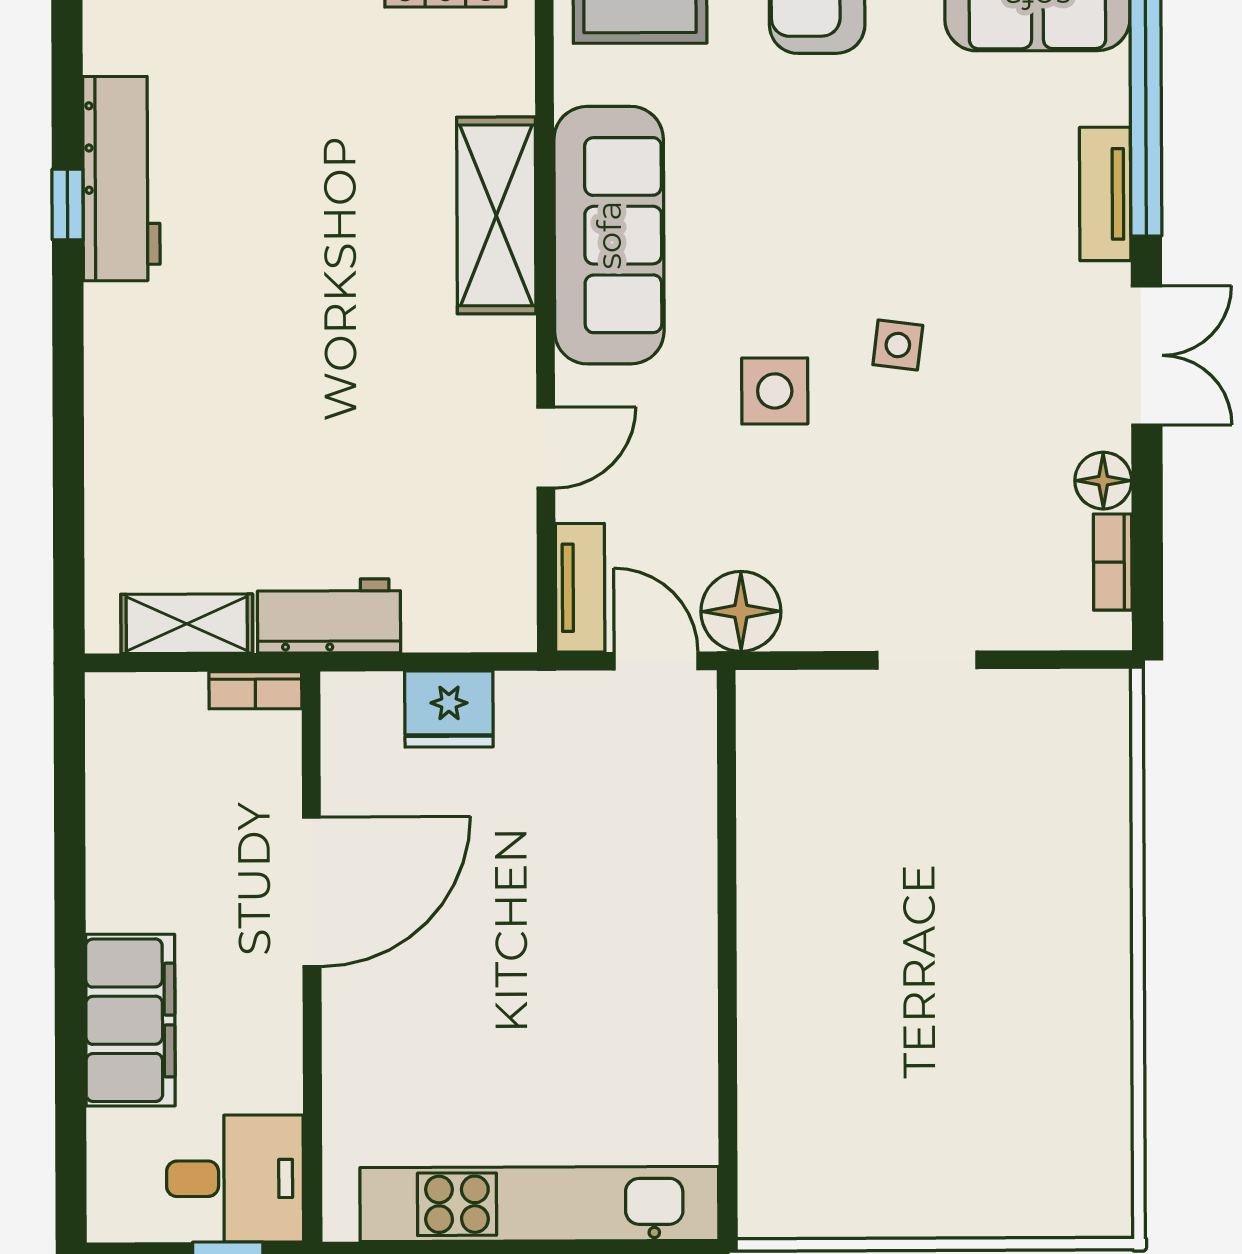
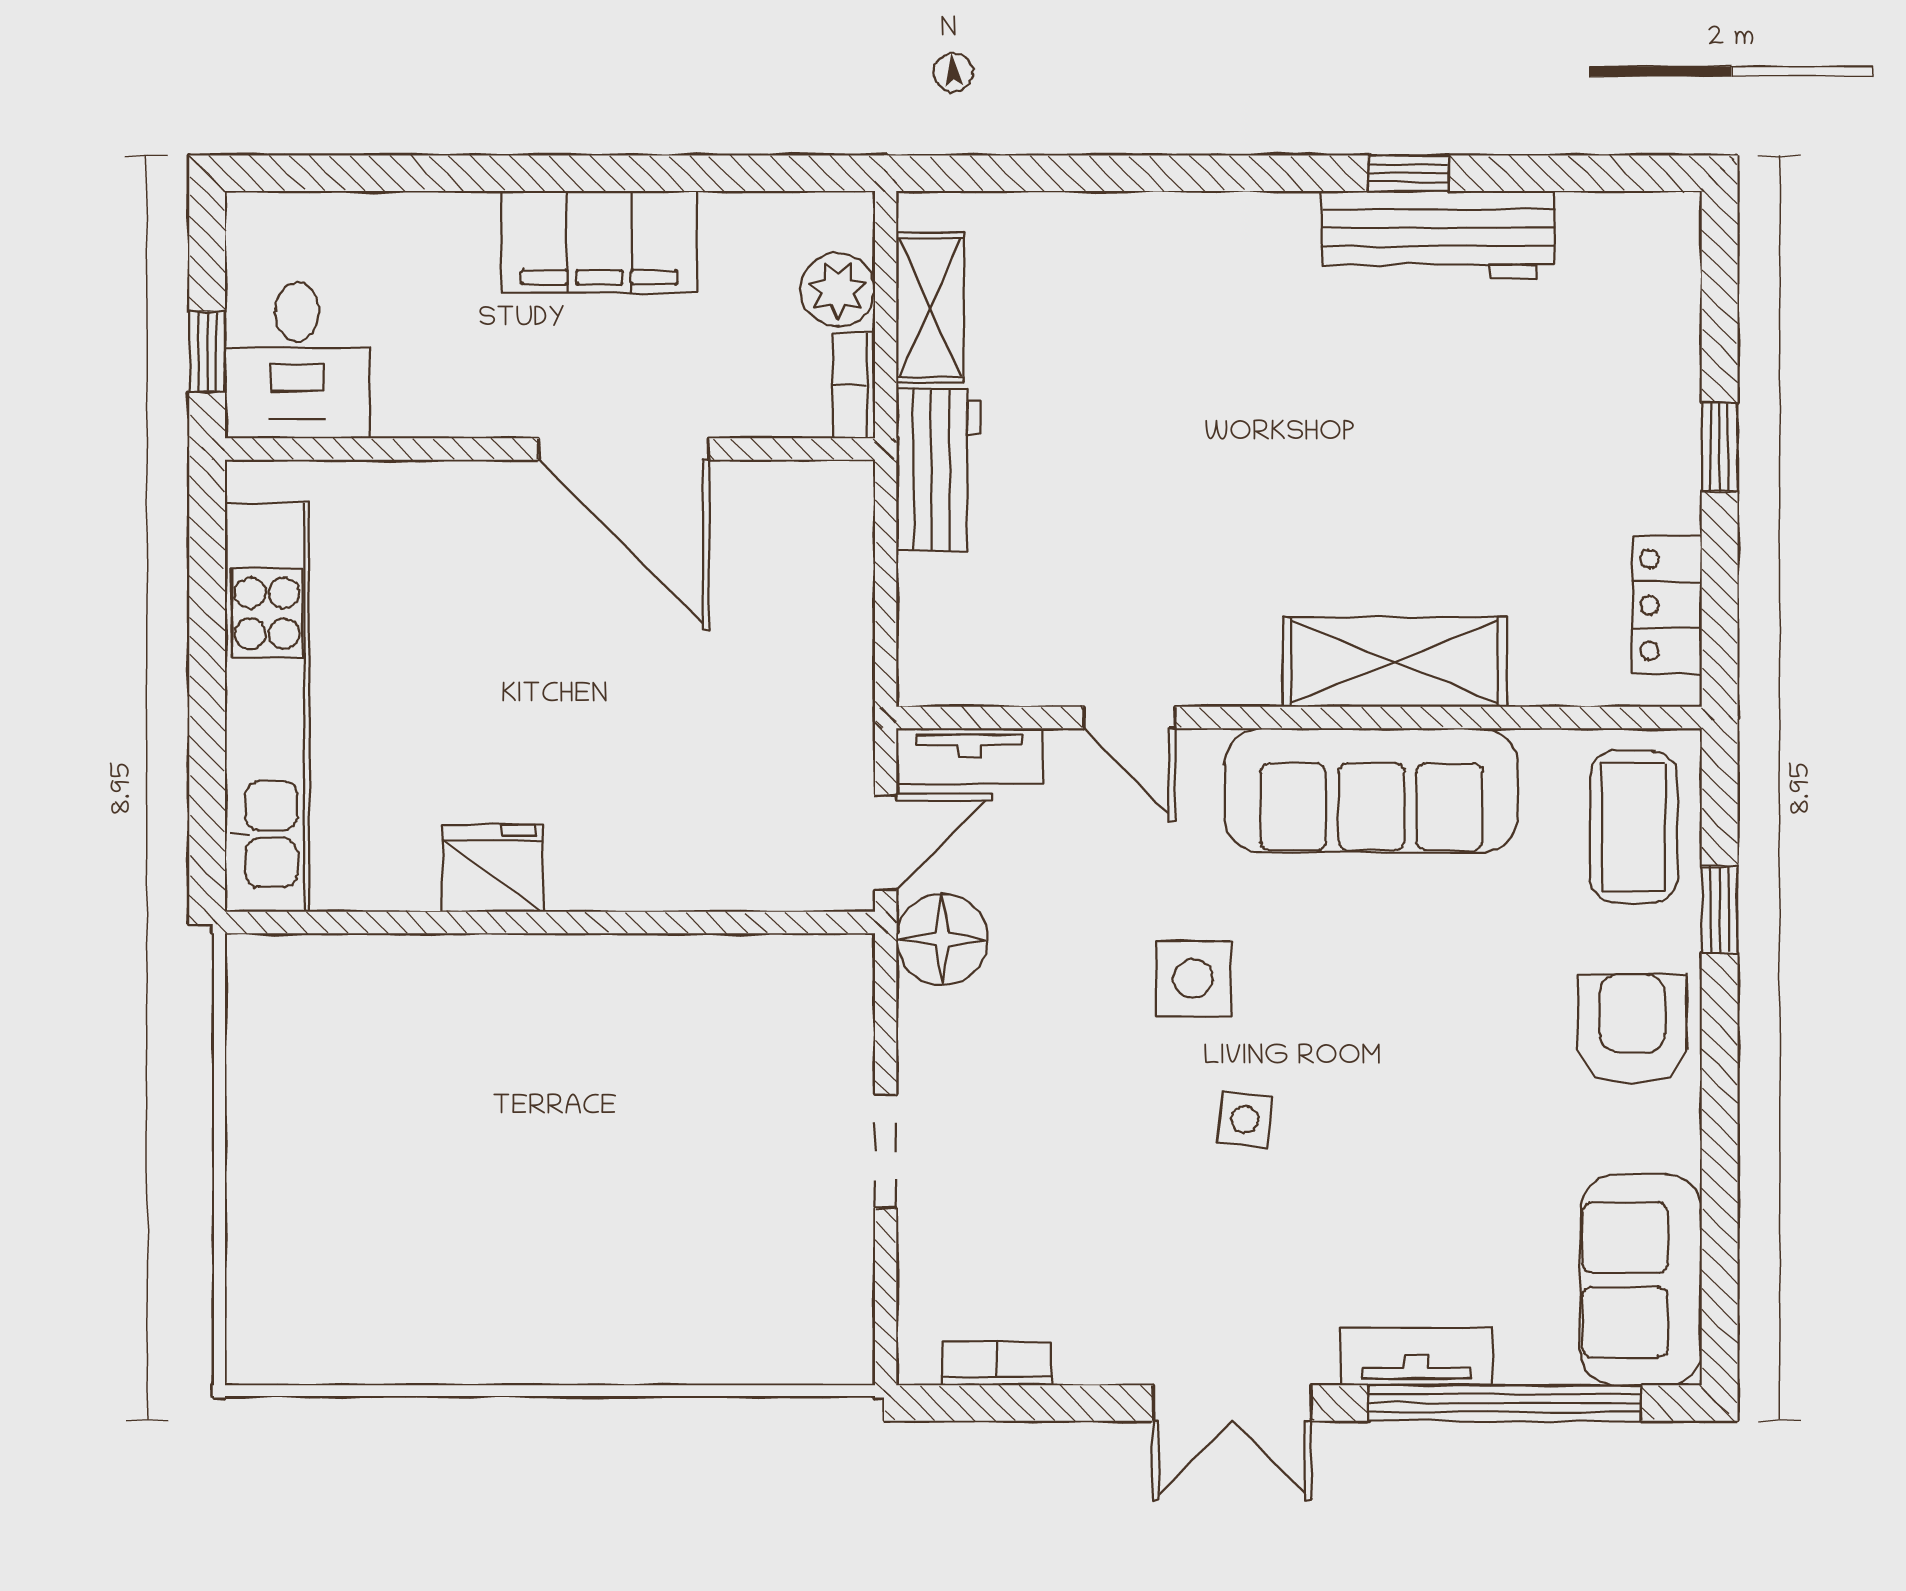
floor lamp: (1103, 481) -> (1090, 1353), removed
plant: (172, 705) -> (838, 290), added
fridge: (449, 709) -> (493, 869), moved, turned 90
filing cabinet: (130, 1020) -> (599, 242), moved

